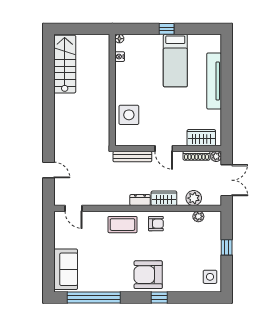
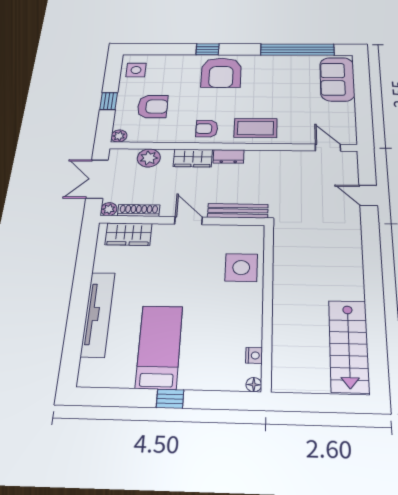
plant: (198, 216) -> (119, 136), moved
armchair: (195, 243) -> (153, 106), added
armchair: (148, 275) -> (221, 73), turned 90

